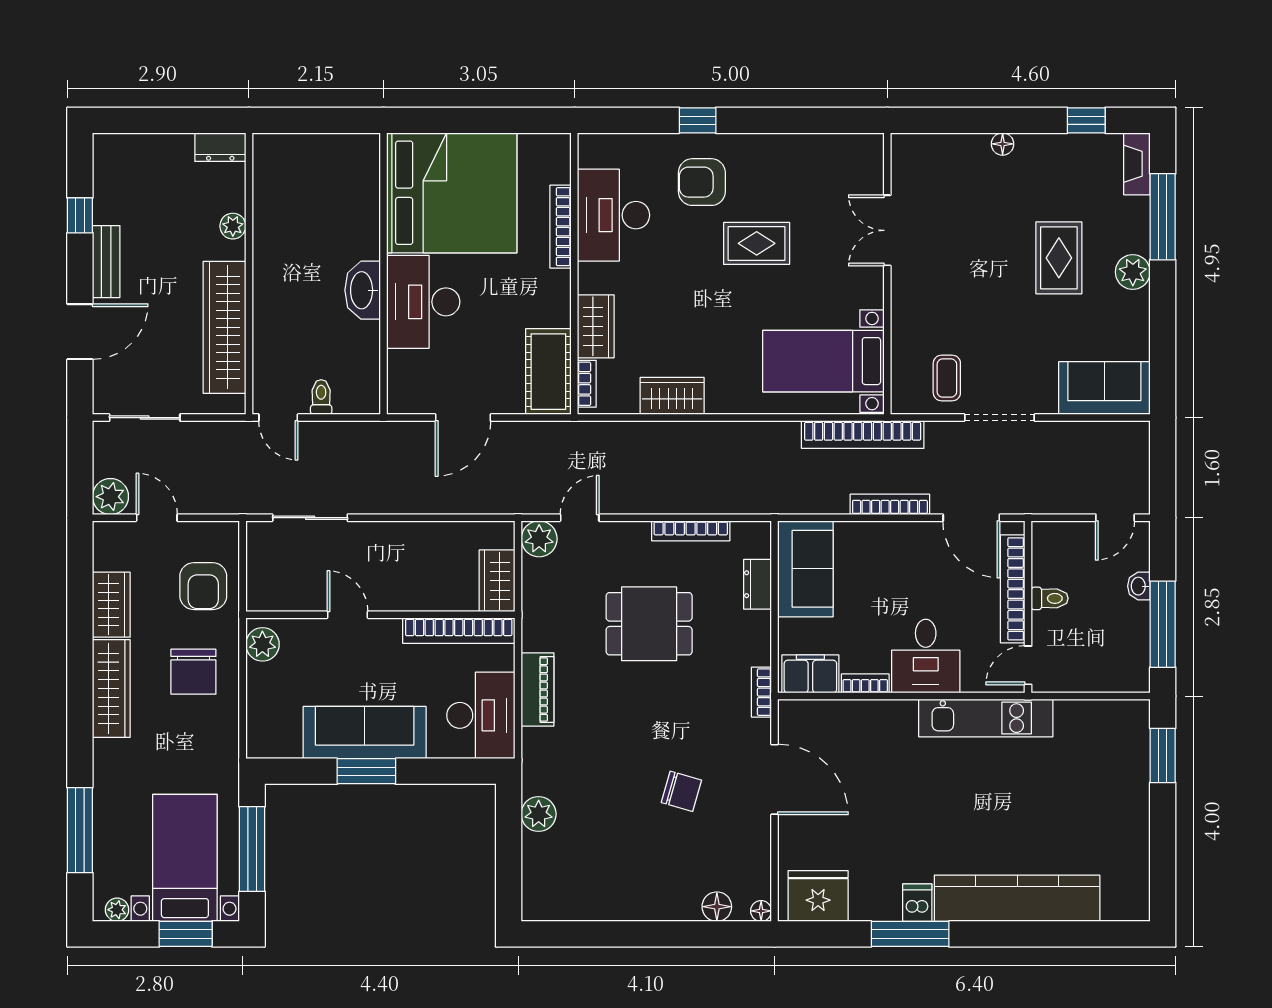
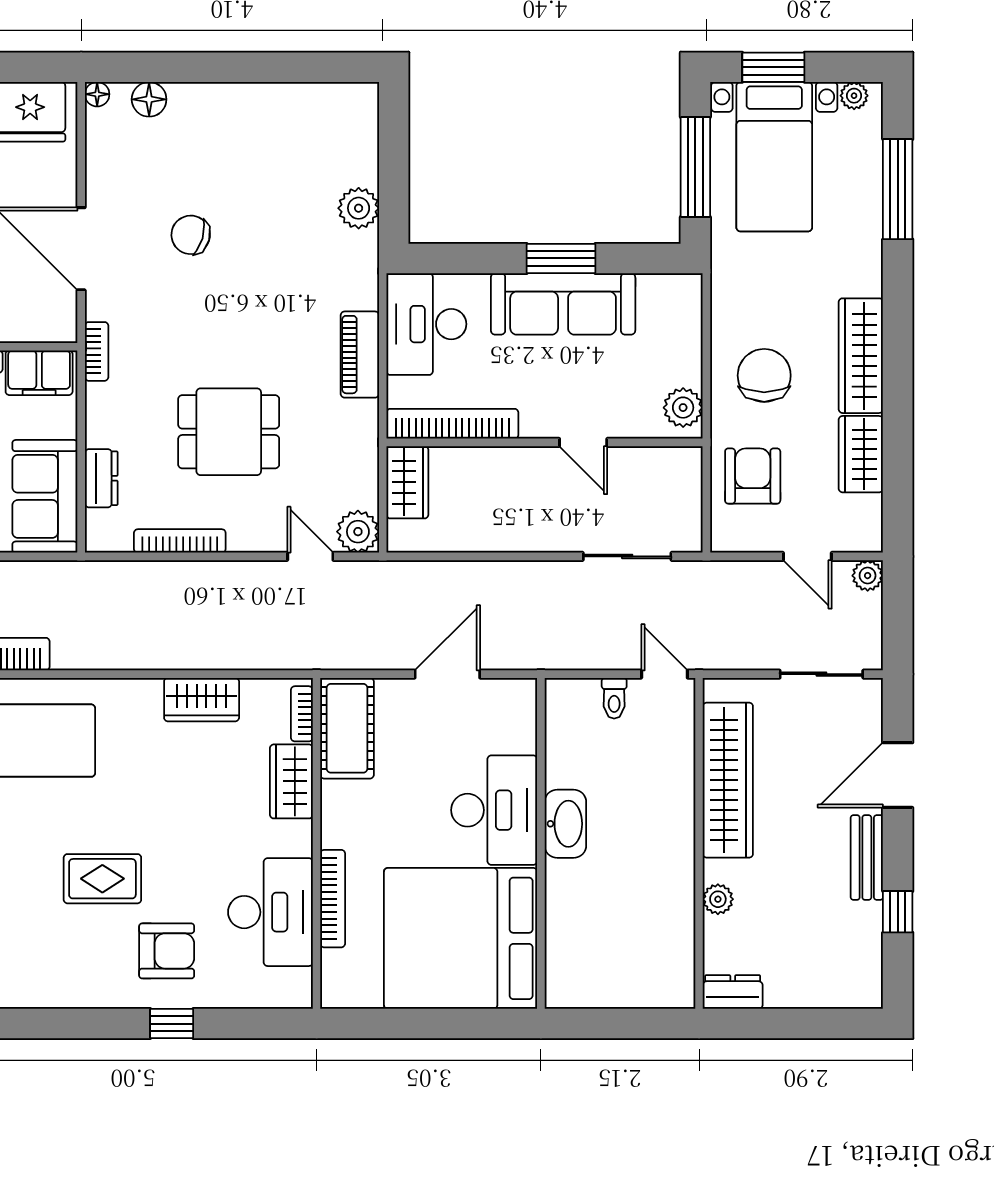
plant: (110, 497) -> (868, 576), width x0.73, depth x0.73
door: (580, 518) -> (310, 556), swing flipped

